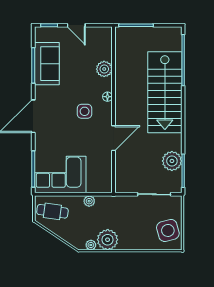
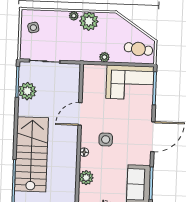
side table: (168, 230) -> (33, 28), width x0.54, depth x0.54
plant: (91, 245) -> (74, 16), moved

